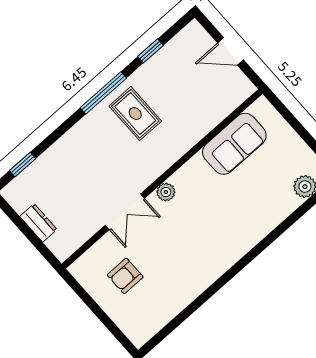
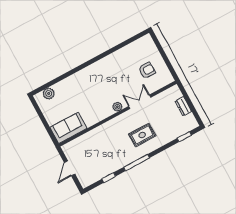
door: (231, 51) -> (70, 168), swing flipped
rug: (135, 114) -> (142, 135), moved, turned 90
sofa: (234, 144) -> (69, 128), moved

